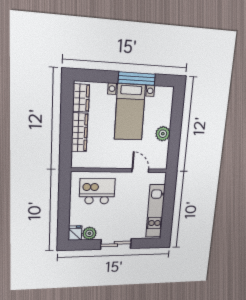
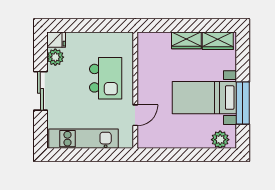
wardrobe: (79, 132) -> (186, 40), width x0.67
plant: (163, 134) -> (220, 140), moved
kitchen island: (97, 191) -> (106, 78), moved

